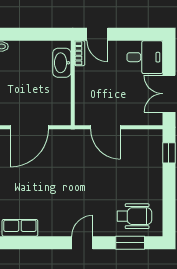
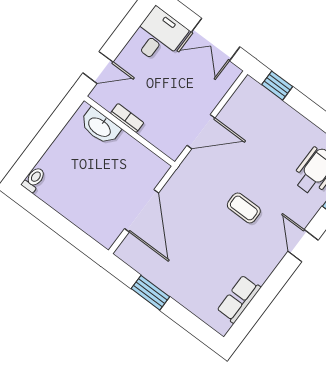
bookcase: (80, 53) -> (127, 118), moved
coffee table: (78, 189) -> (244, 208), added

